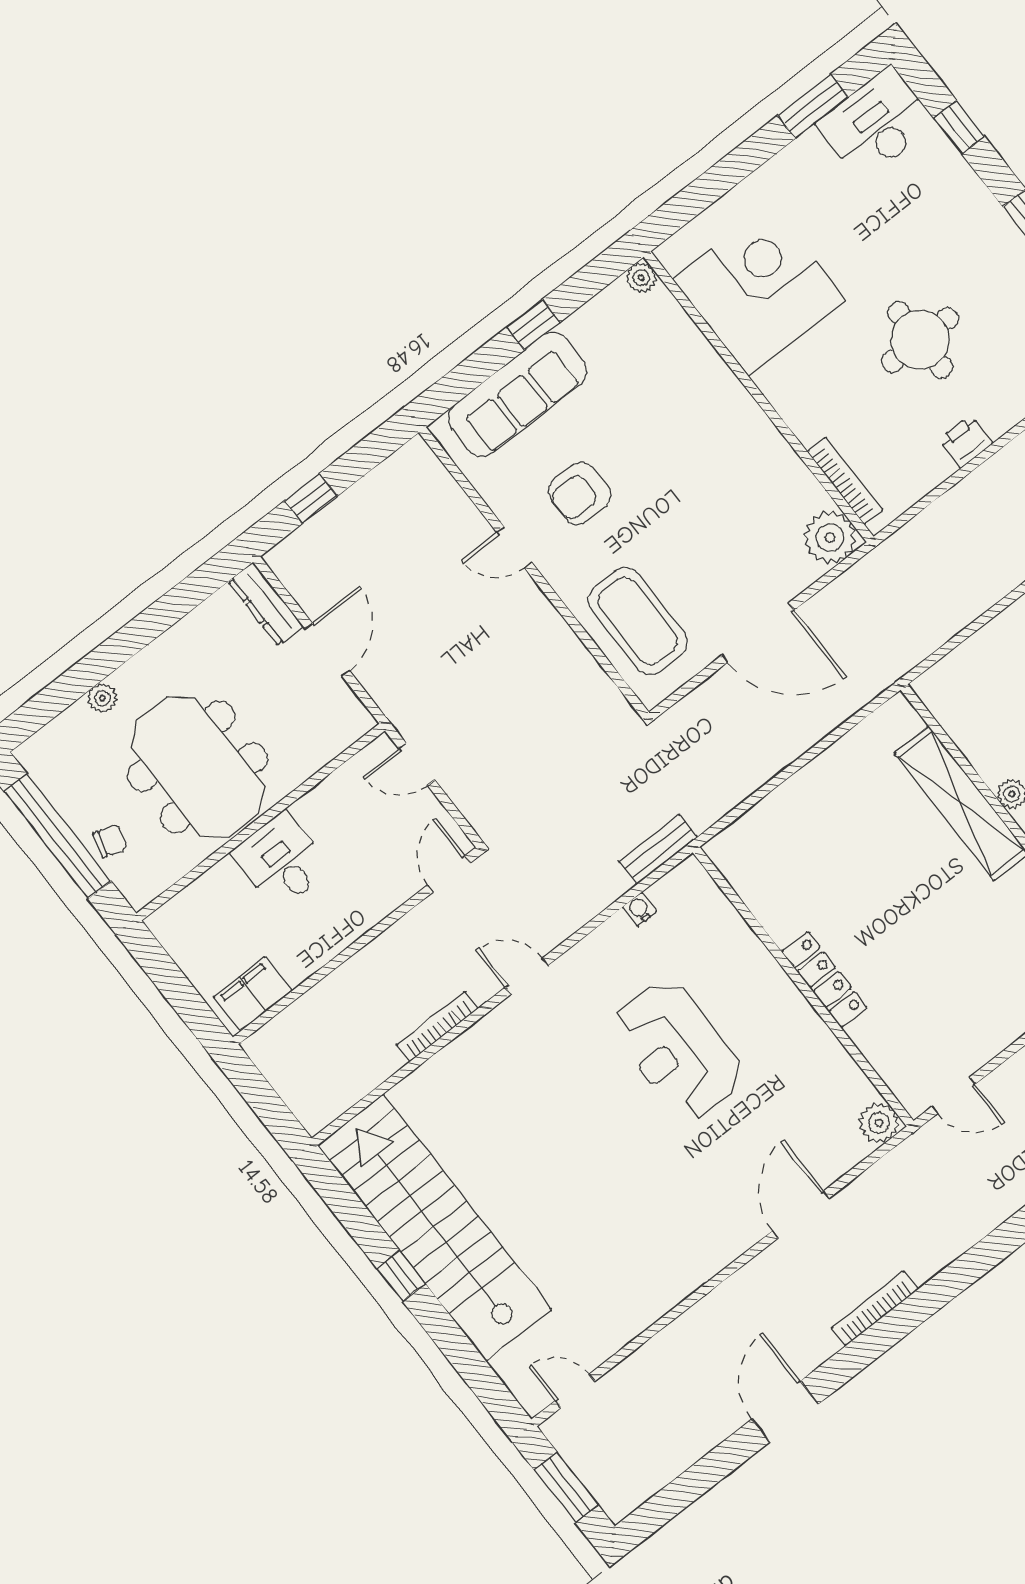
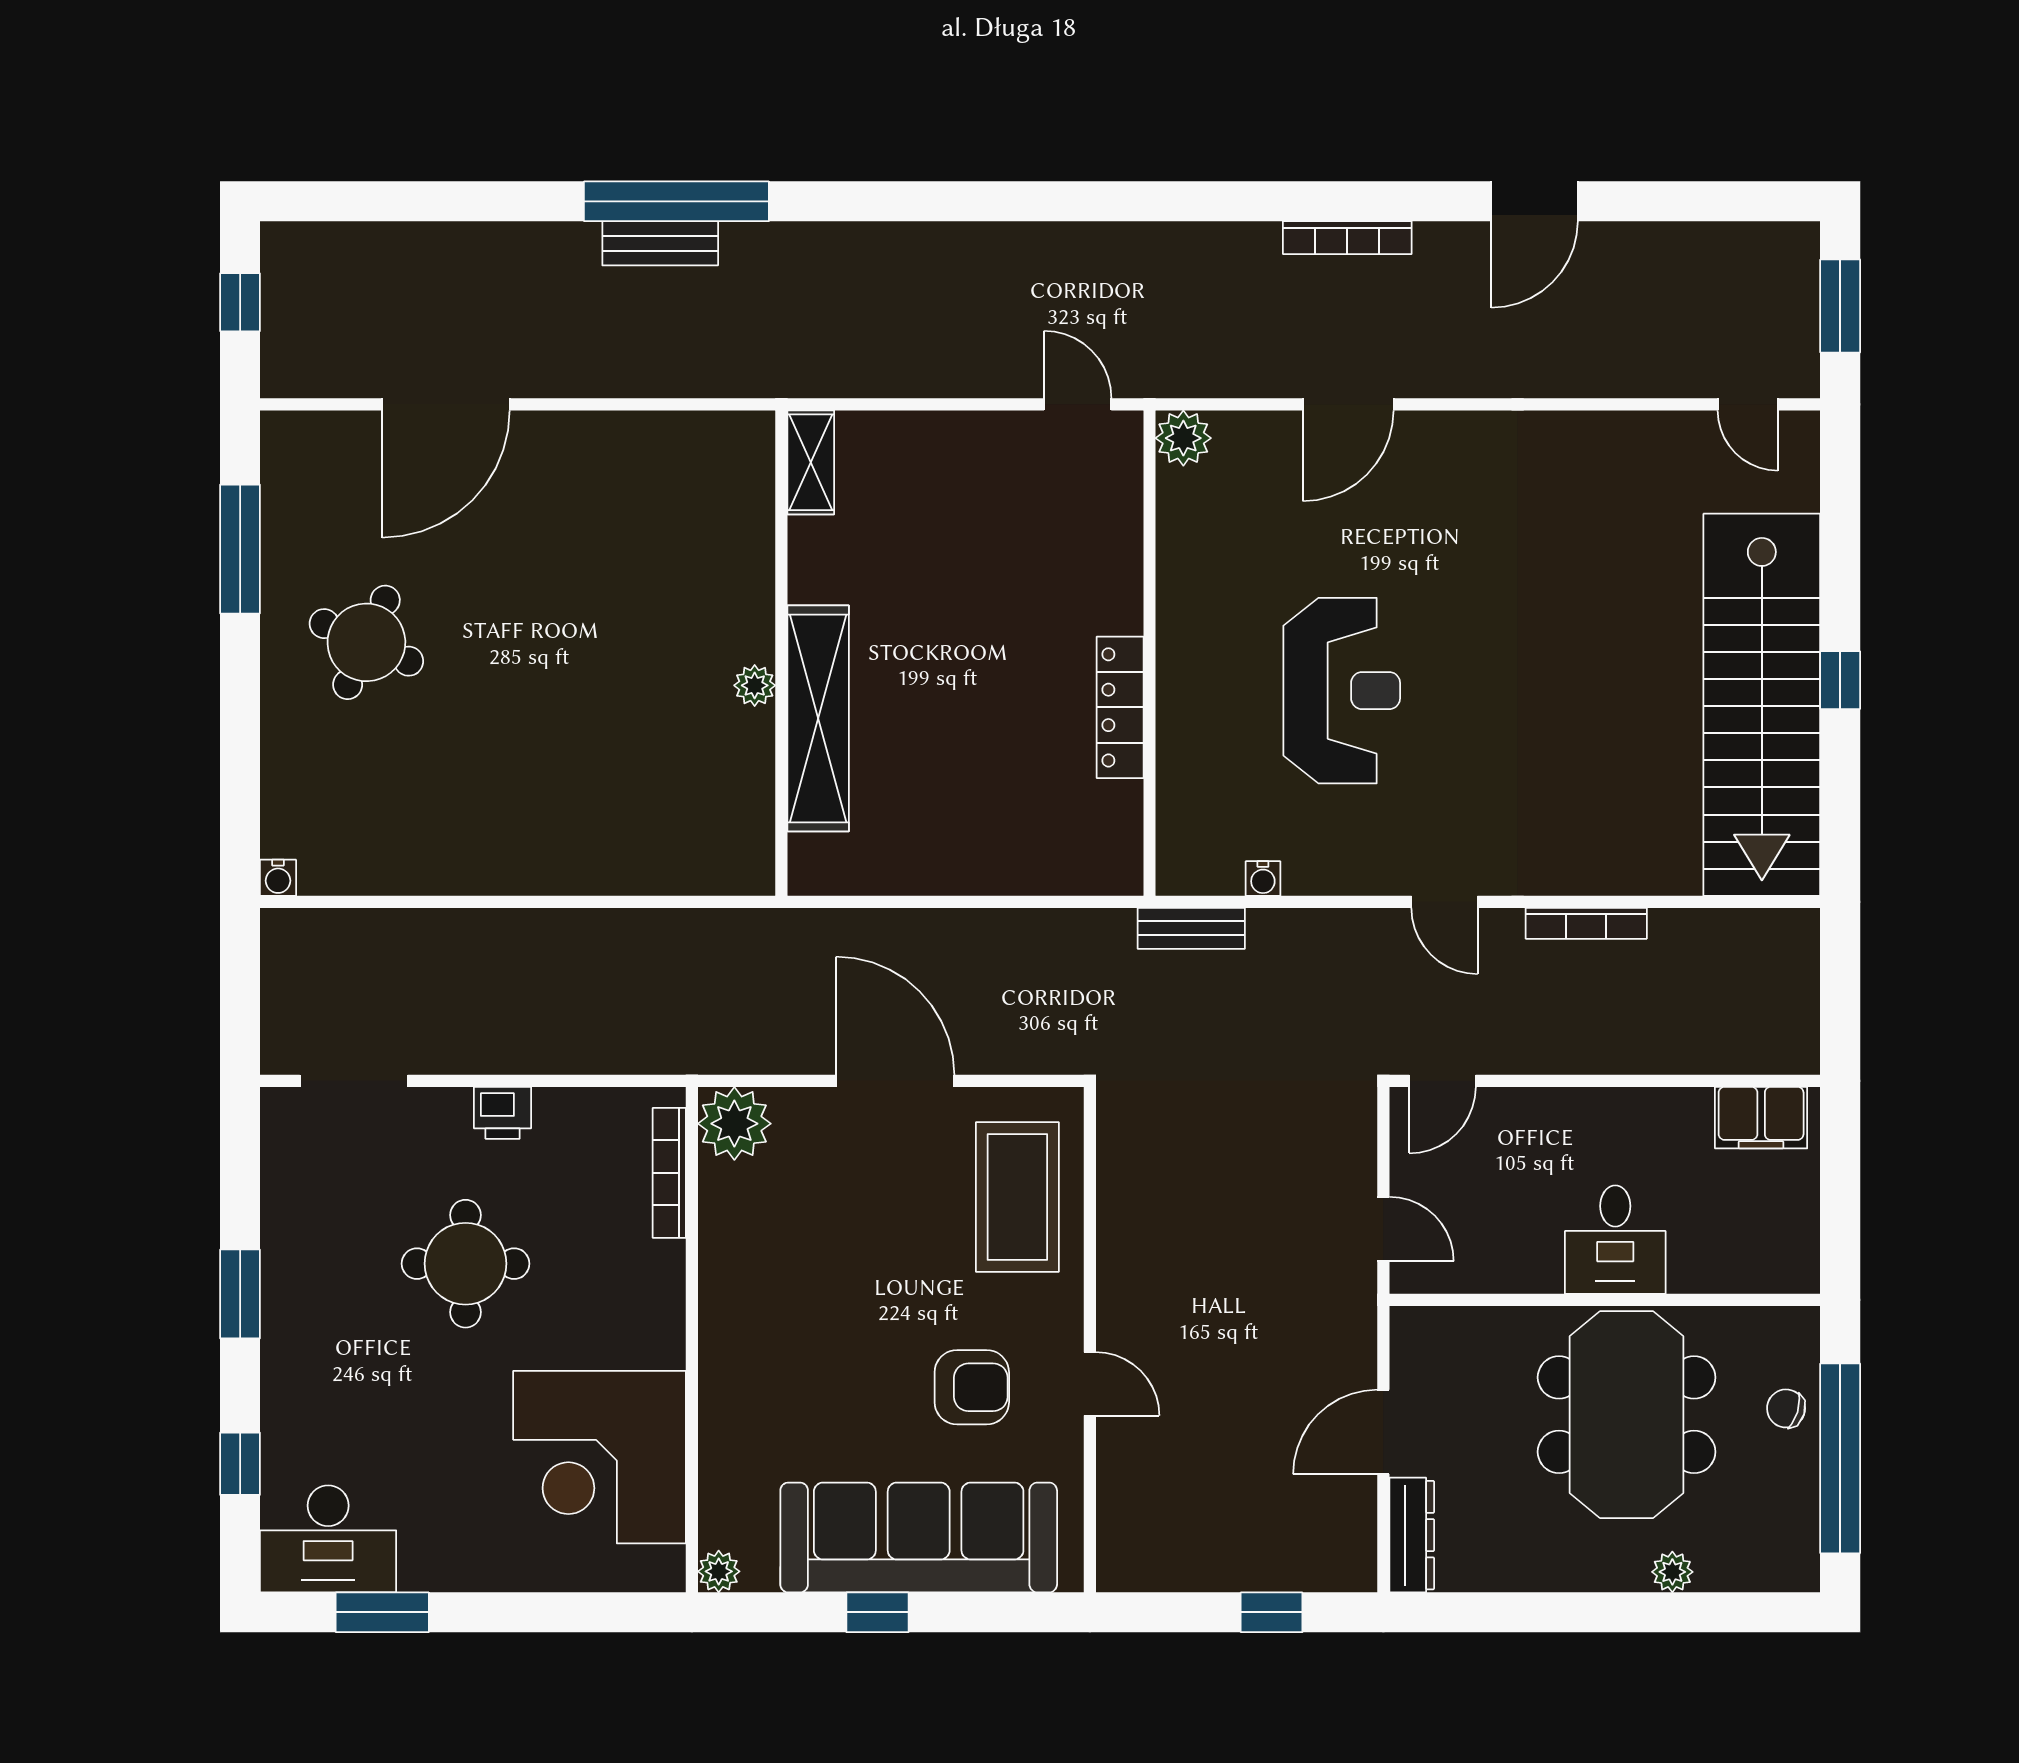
sofa: (517, 395) -> (919, 1537), width x1.36, depth x1.27
locker: (824, 980) -> (1120, 707), moved

